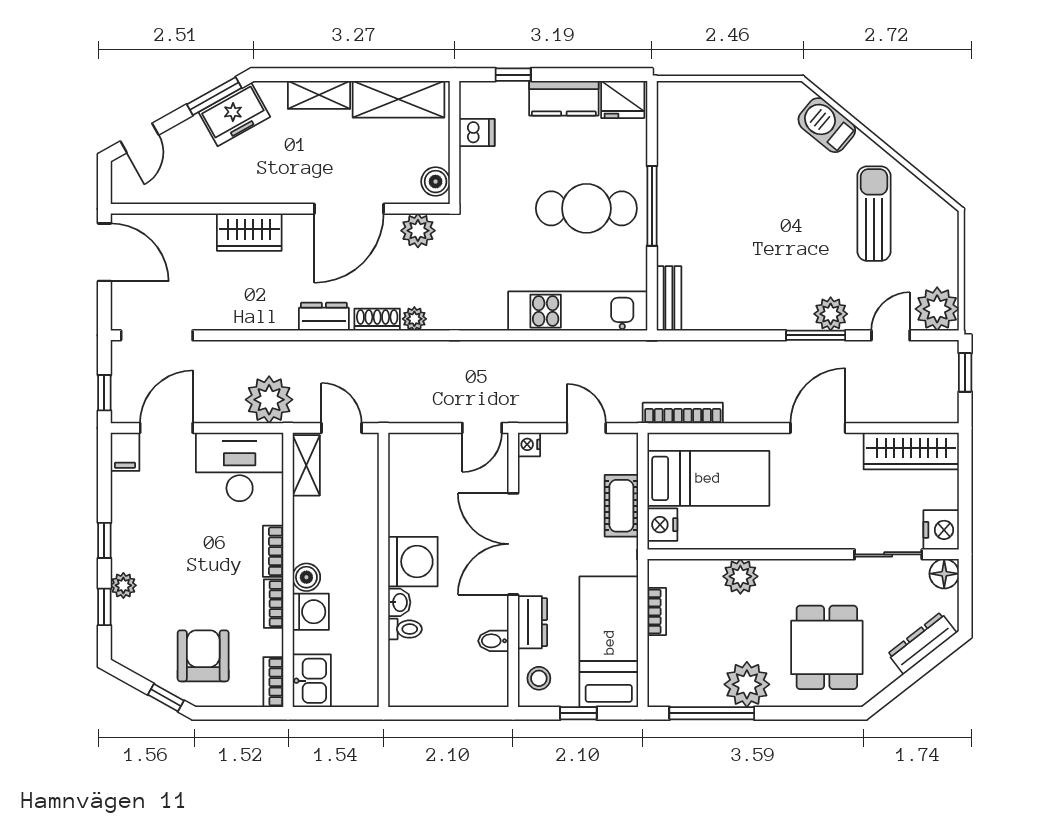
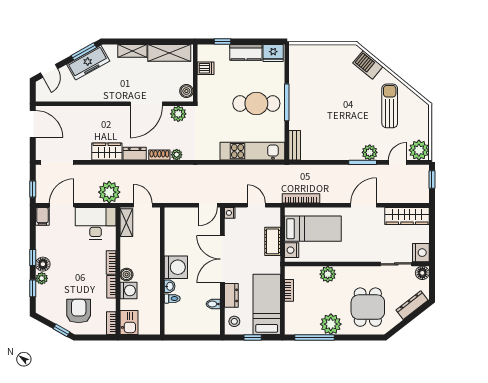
freezer: (234, 114) -> (88, 63), width x1.40
wardrobe: (249, 232) -> (107, 152), moved, turned 180
floor lamp: (126, 555) -> (43, 264), added

